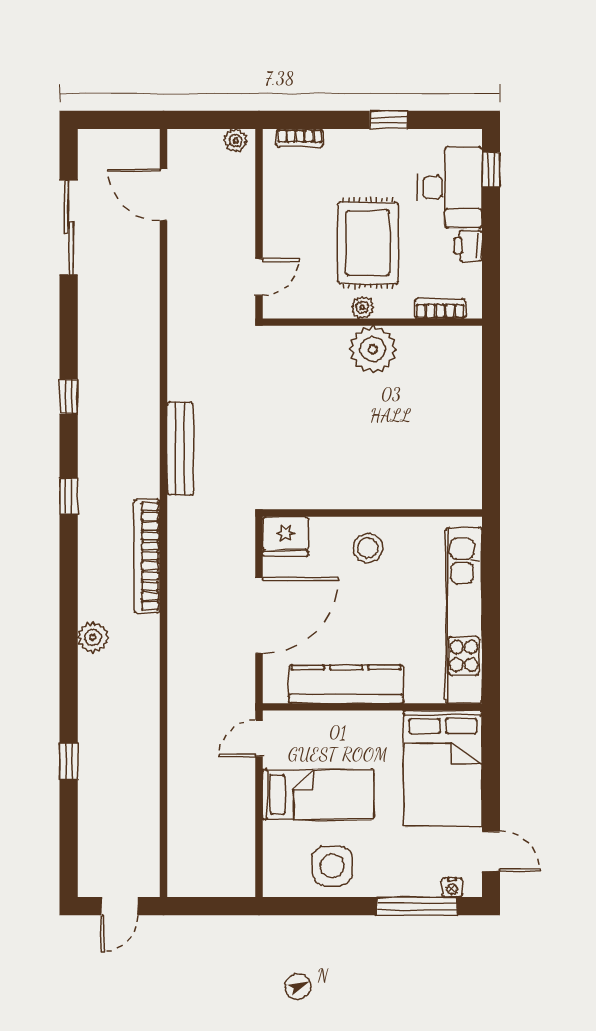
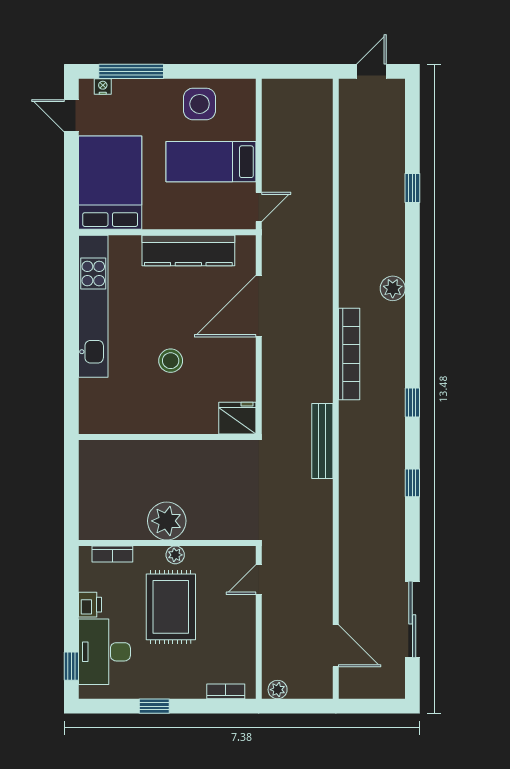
wall: (372, 513) -> (167, 437), moved
fridge: (285, 536) -> (237, 418), moved

